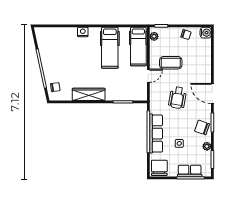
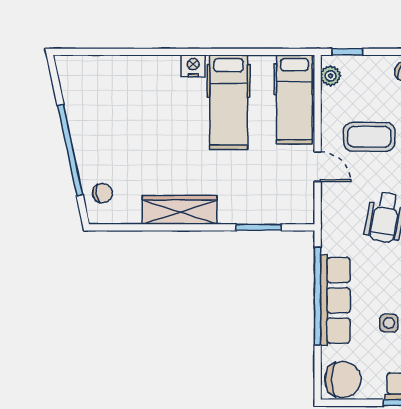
nightstand: (83, 32) -> (193, 66), moved
door: (148, 76) -> (318, 167), hinge flipped
chair: (159, 168) -> (343, 379), turned 90

